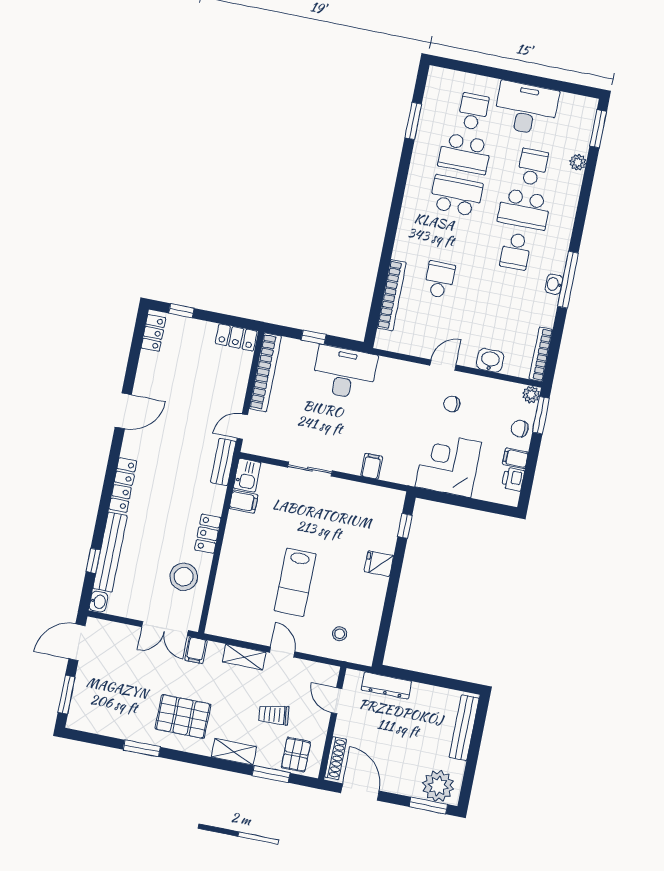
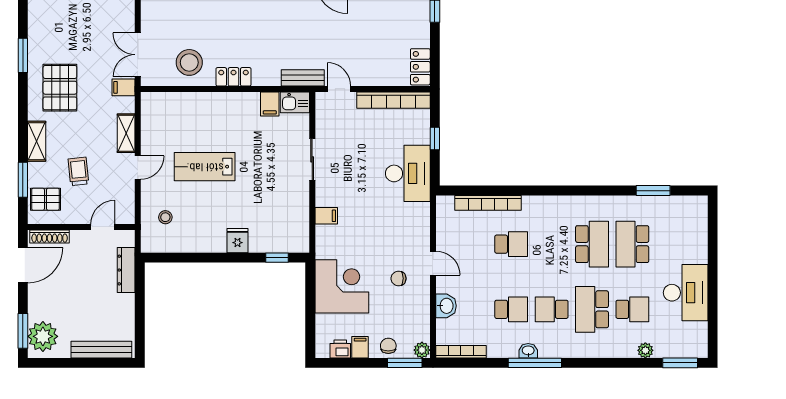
school desk: (473, 112) -> (511, 309), moved
chair: (452, 404) -> (399, 278), turned -85

